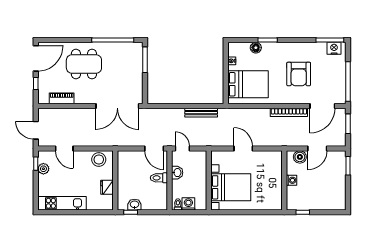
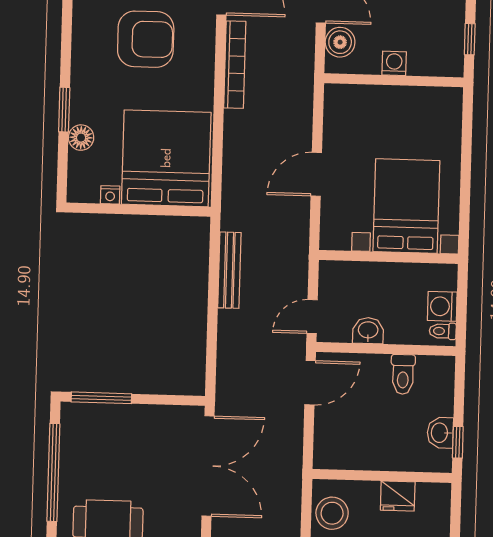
bed: (248, 84) -> (166, 158), width x1.36
toilet: (159, 178) -> (403, 374), moved

